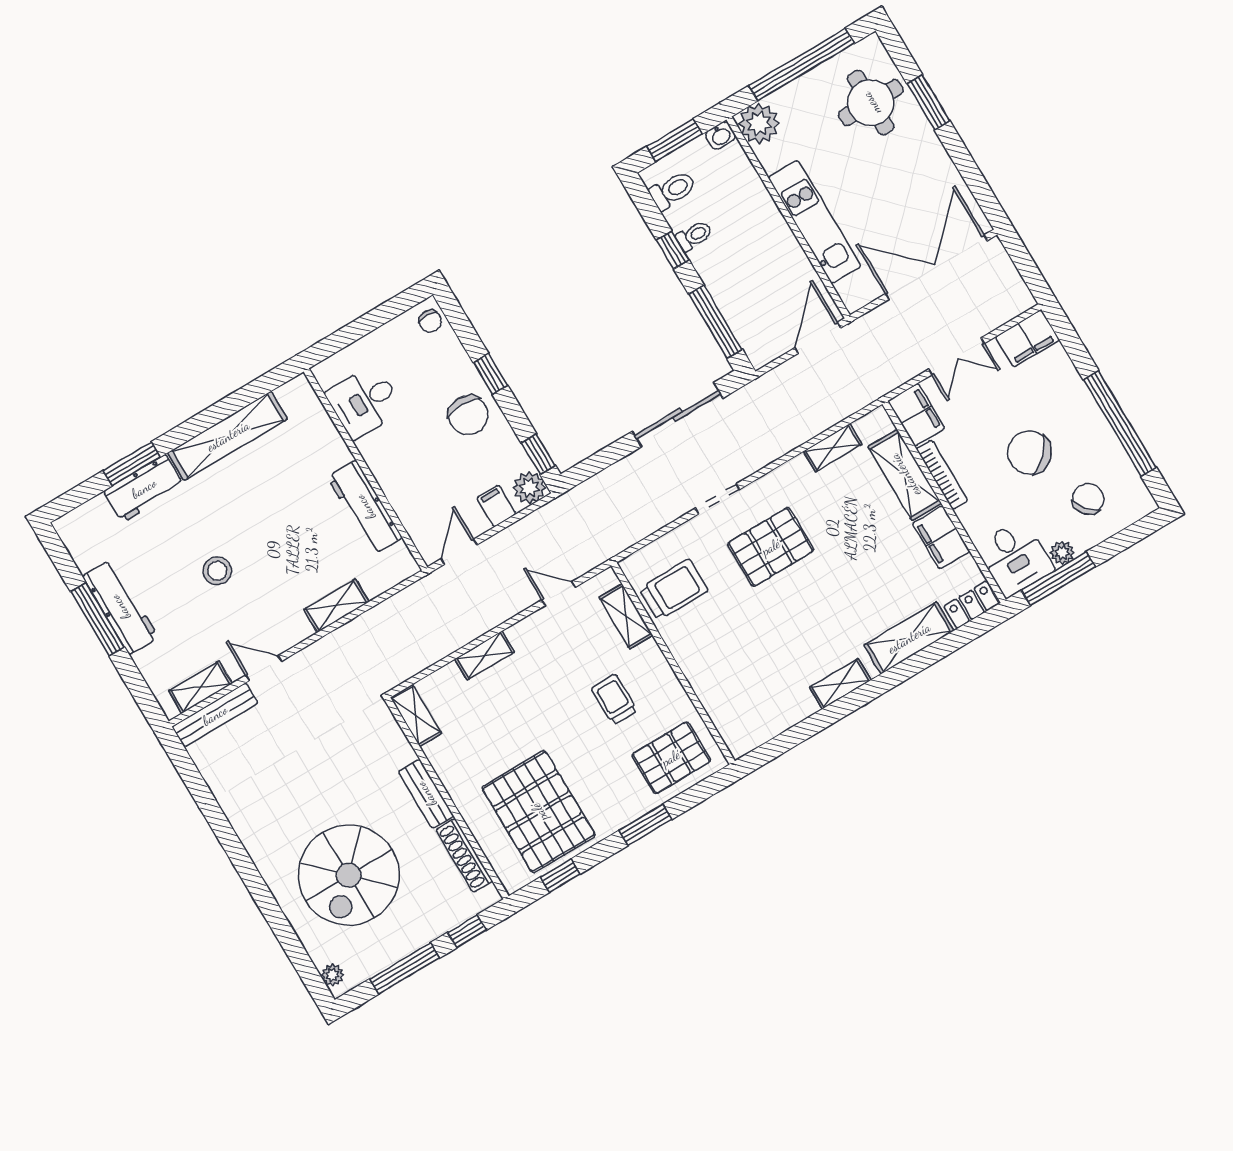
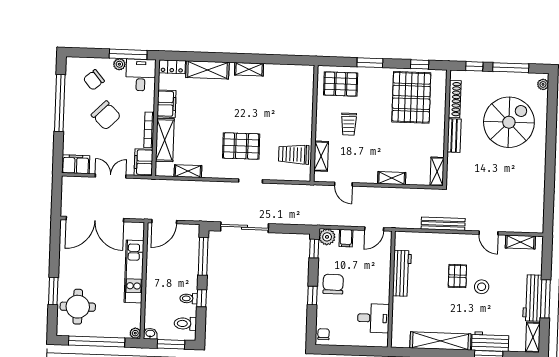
plant: (759, 123) -> (135, 333), width x0.53, depth x0.53
pallet: (269, 563) -> (457, 276), added
shelving: (336, 606) -> (533, 337), moved, turned 90
bench: (215, 715) -> (443, 224), moved

